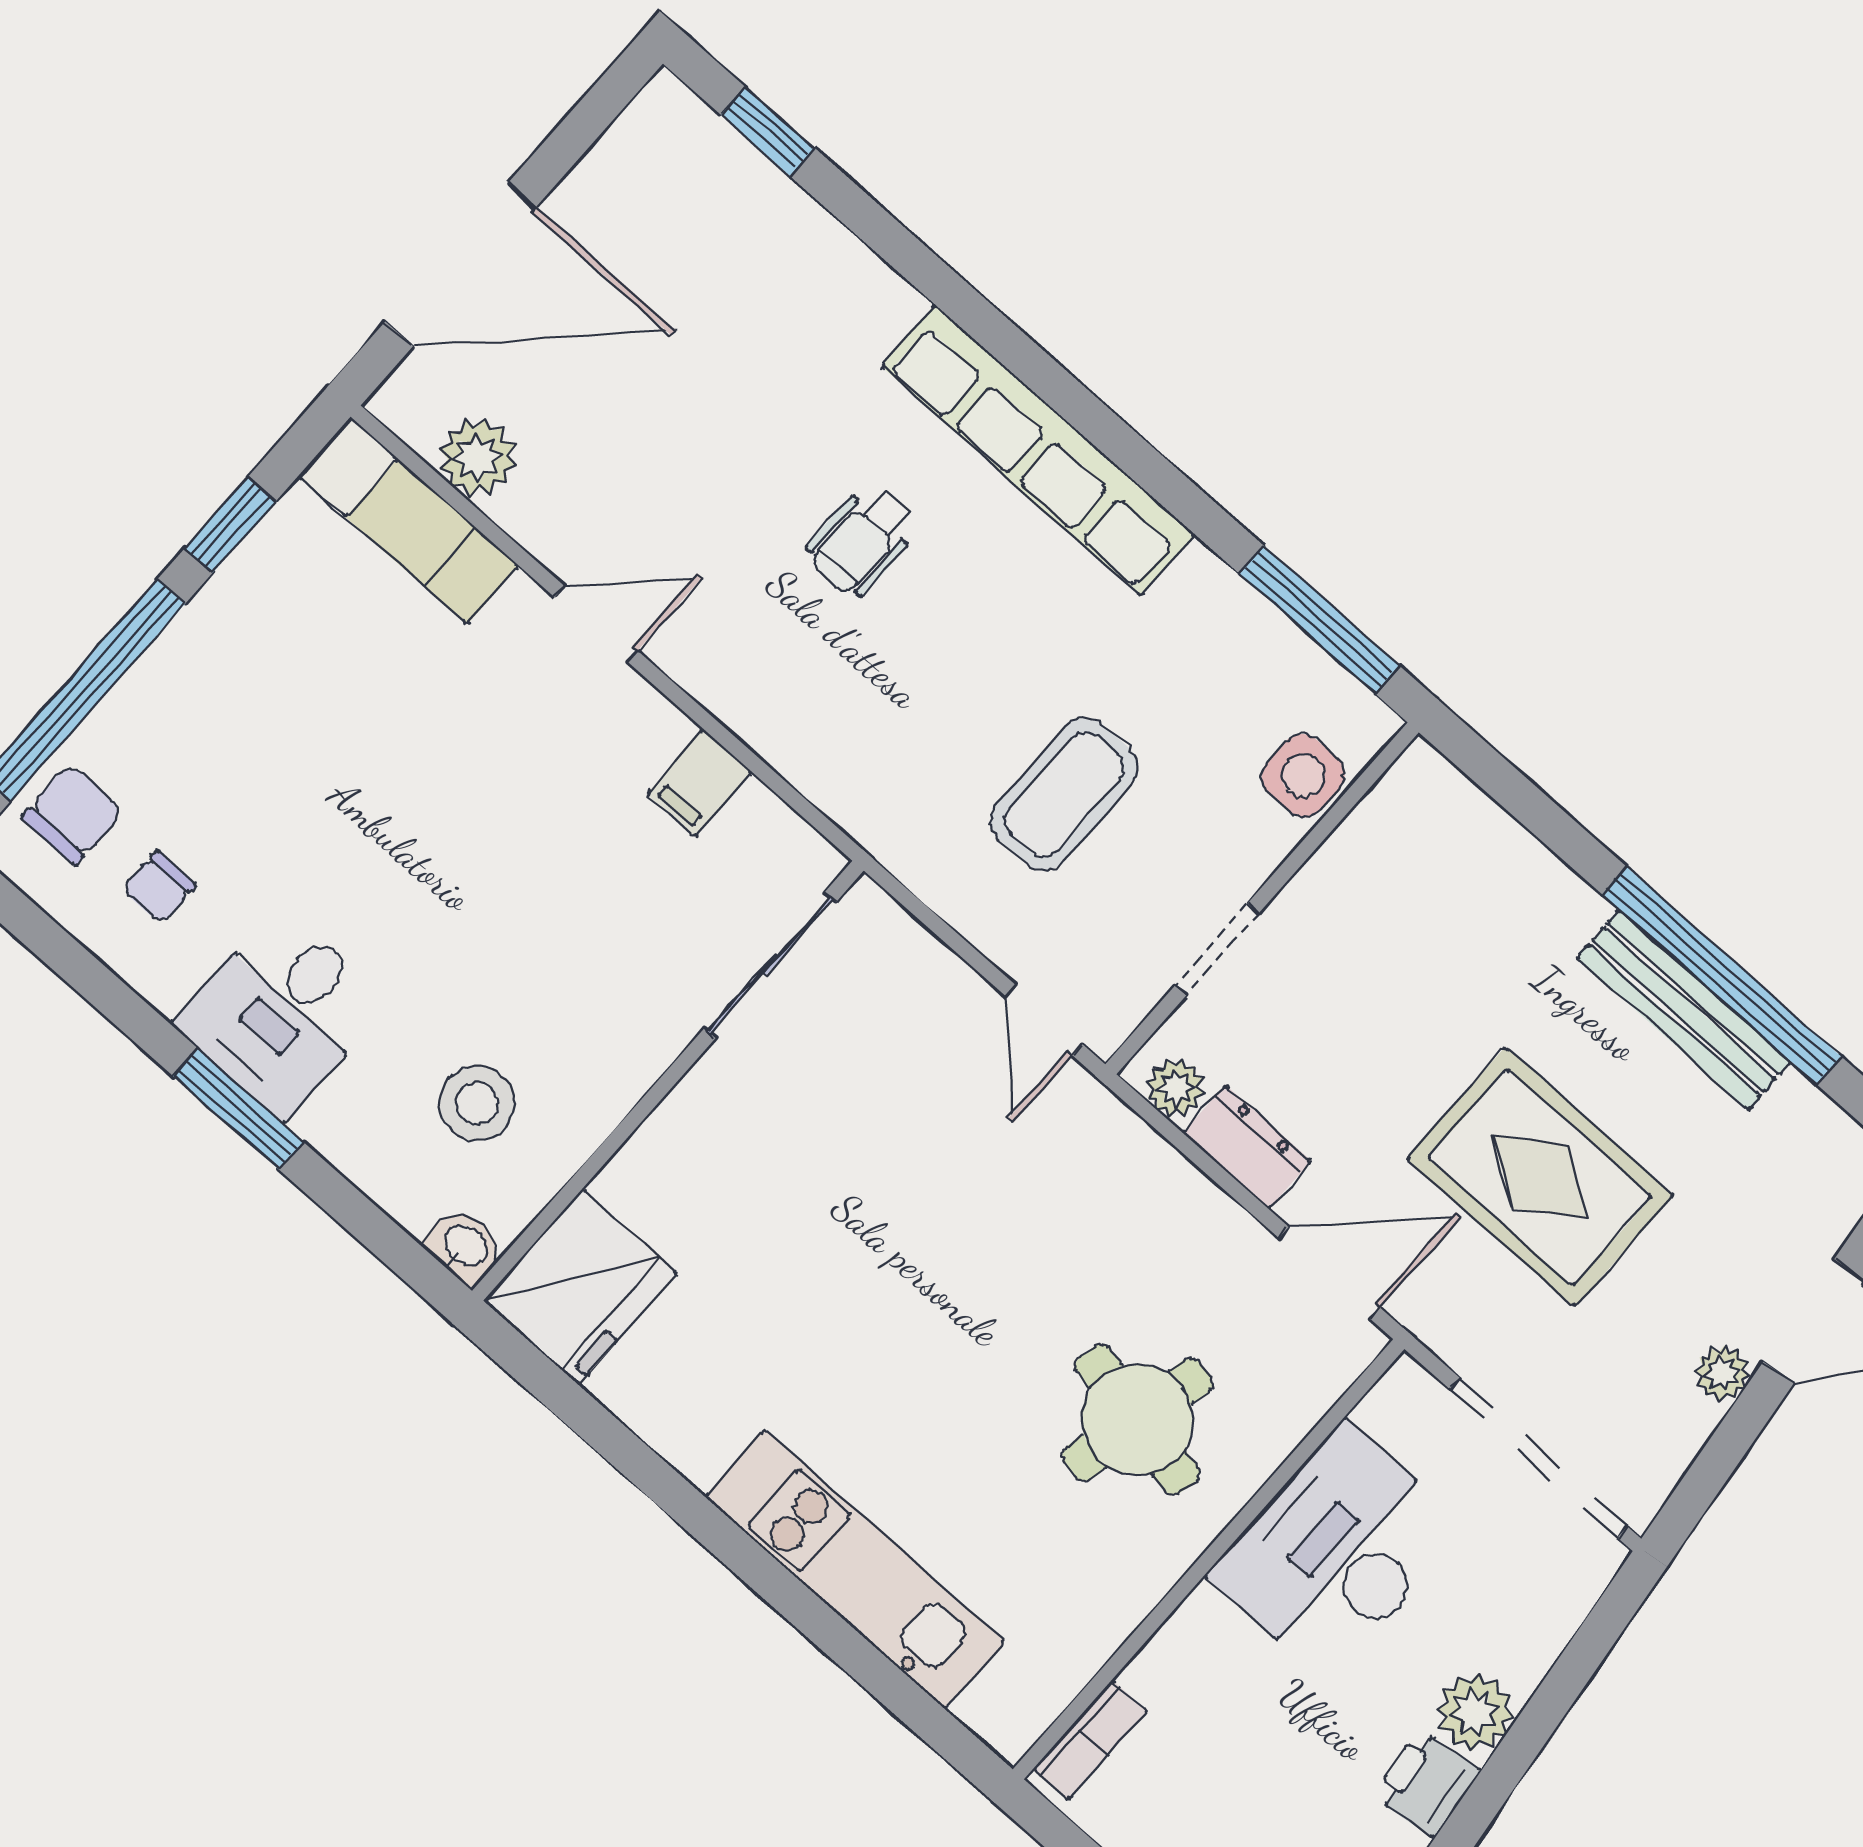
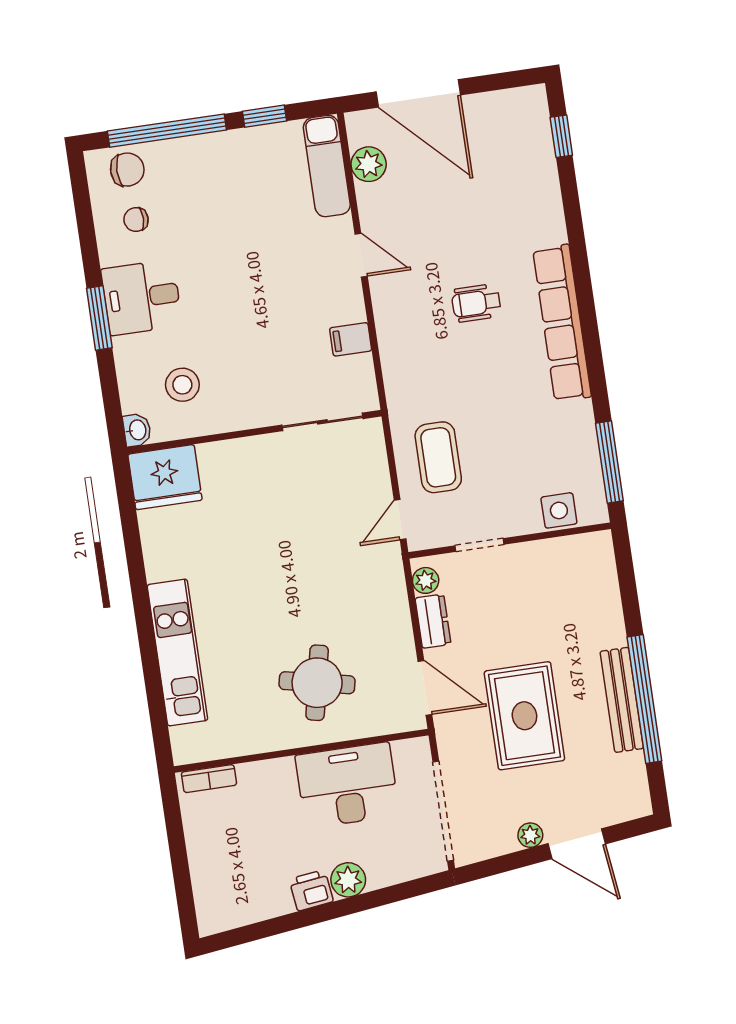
coffee table: (1064, 794) -> (438, 457), moved, turned 90

